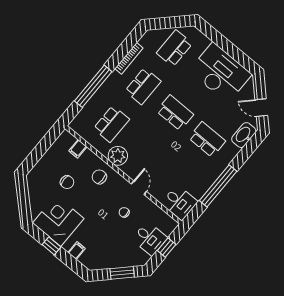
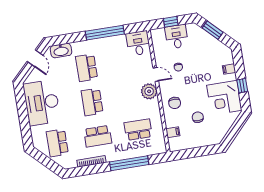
school desk: (174, 48) -> (57, 143), turned 90
school desk: (143, 86) -> (98, 136), turned 180
plant: (118, 156) -> (149, 91), moved
door: (139, 188) -> (156, 75), swing flipped

